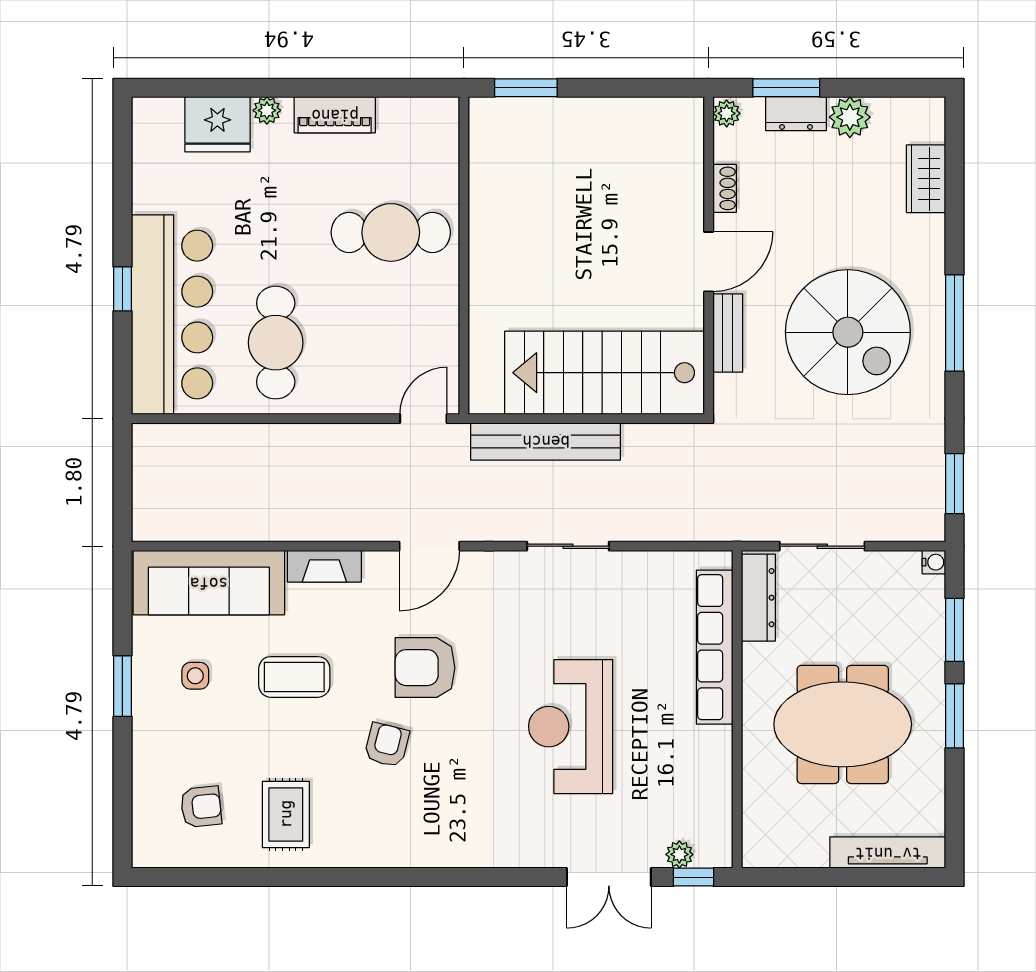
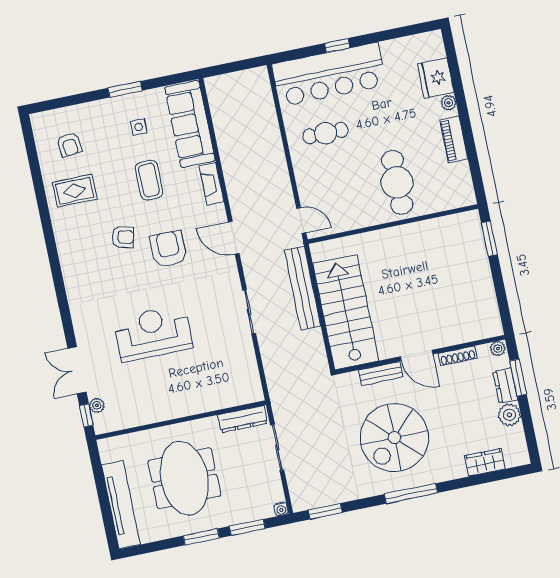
shoe rack: (725, 188) -> (458, 356), width x1.43
cafe table: (276, 343) -> (326, 133), width x0.73, depth x0.74
row of seats: (715, 647) -> (211, 401), removed
tv unit: (888, 853) -> (121, 505), width x1.36, depth x1.29

